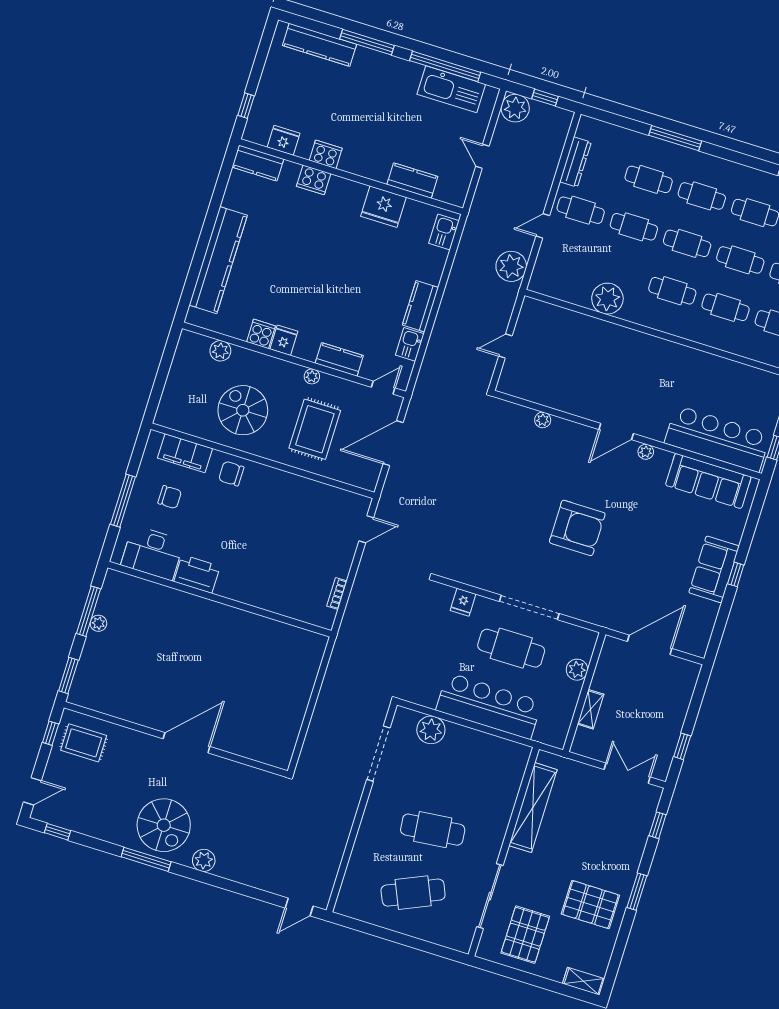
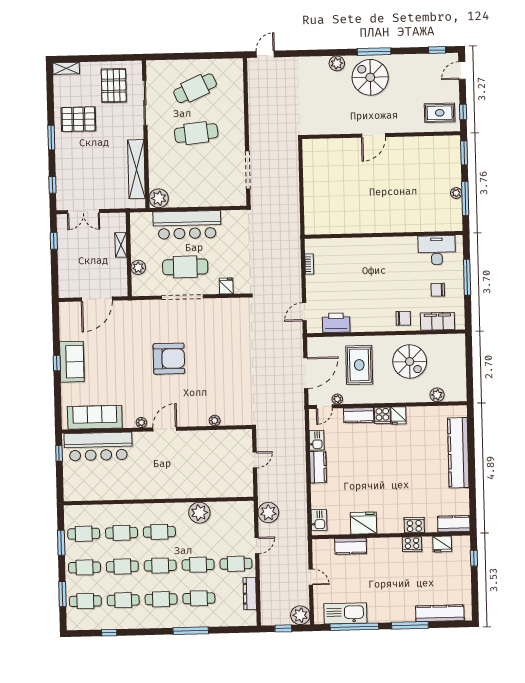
cooker: (261, 334) -> (382, 415), moved
plant: (312, 376) -> (337, 399), moved
armchair: (577, 528) -> (169, 359), turned 180
printer: (197, 574) -> (336, 323), moved, turned 180
plant: (431, 730) -> (159, 198), moved
door: (186, 743) -> (374, 135), width x0.73

